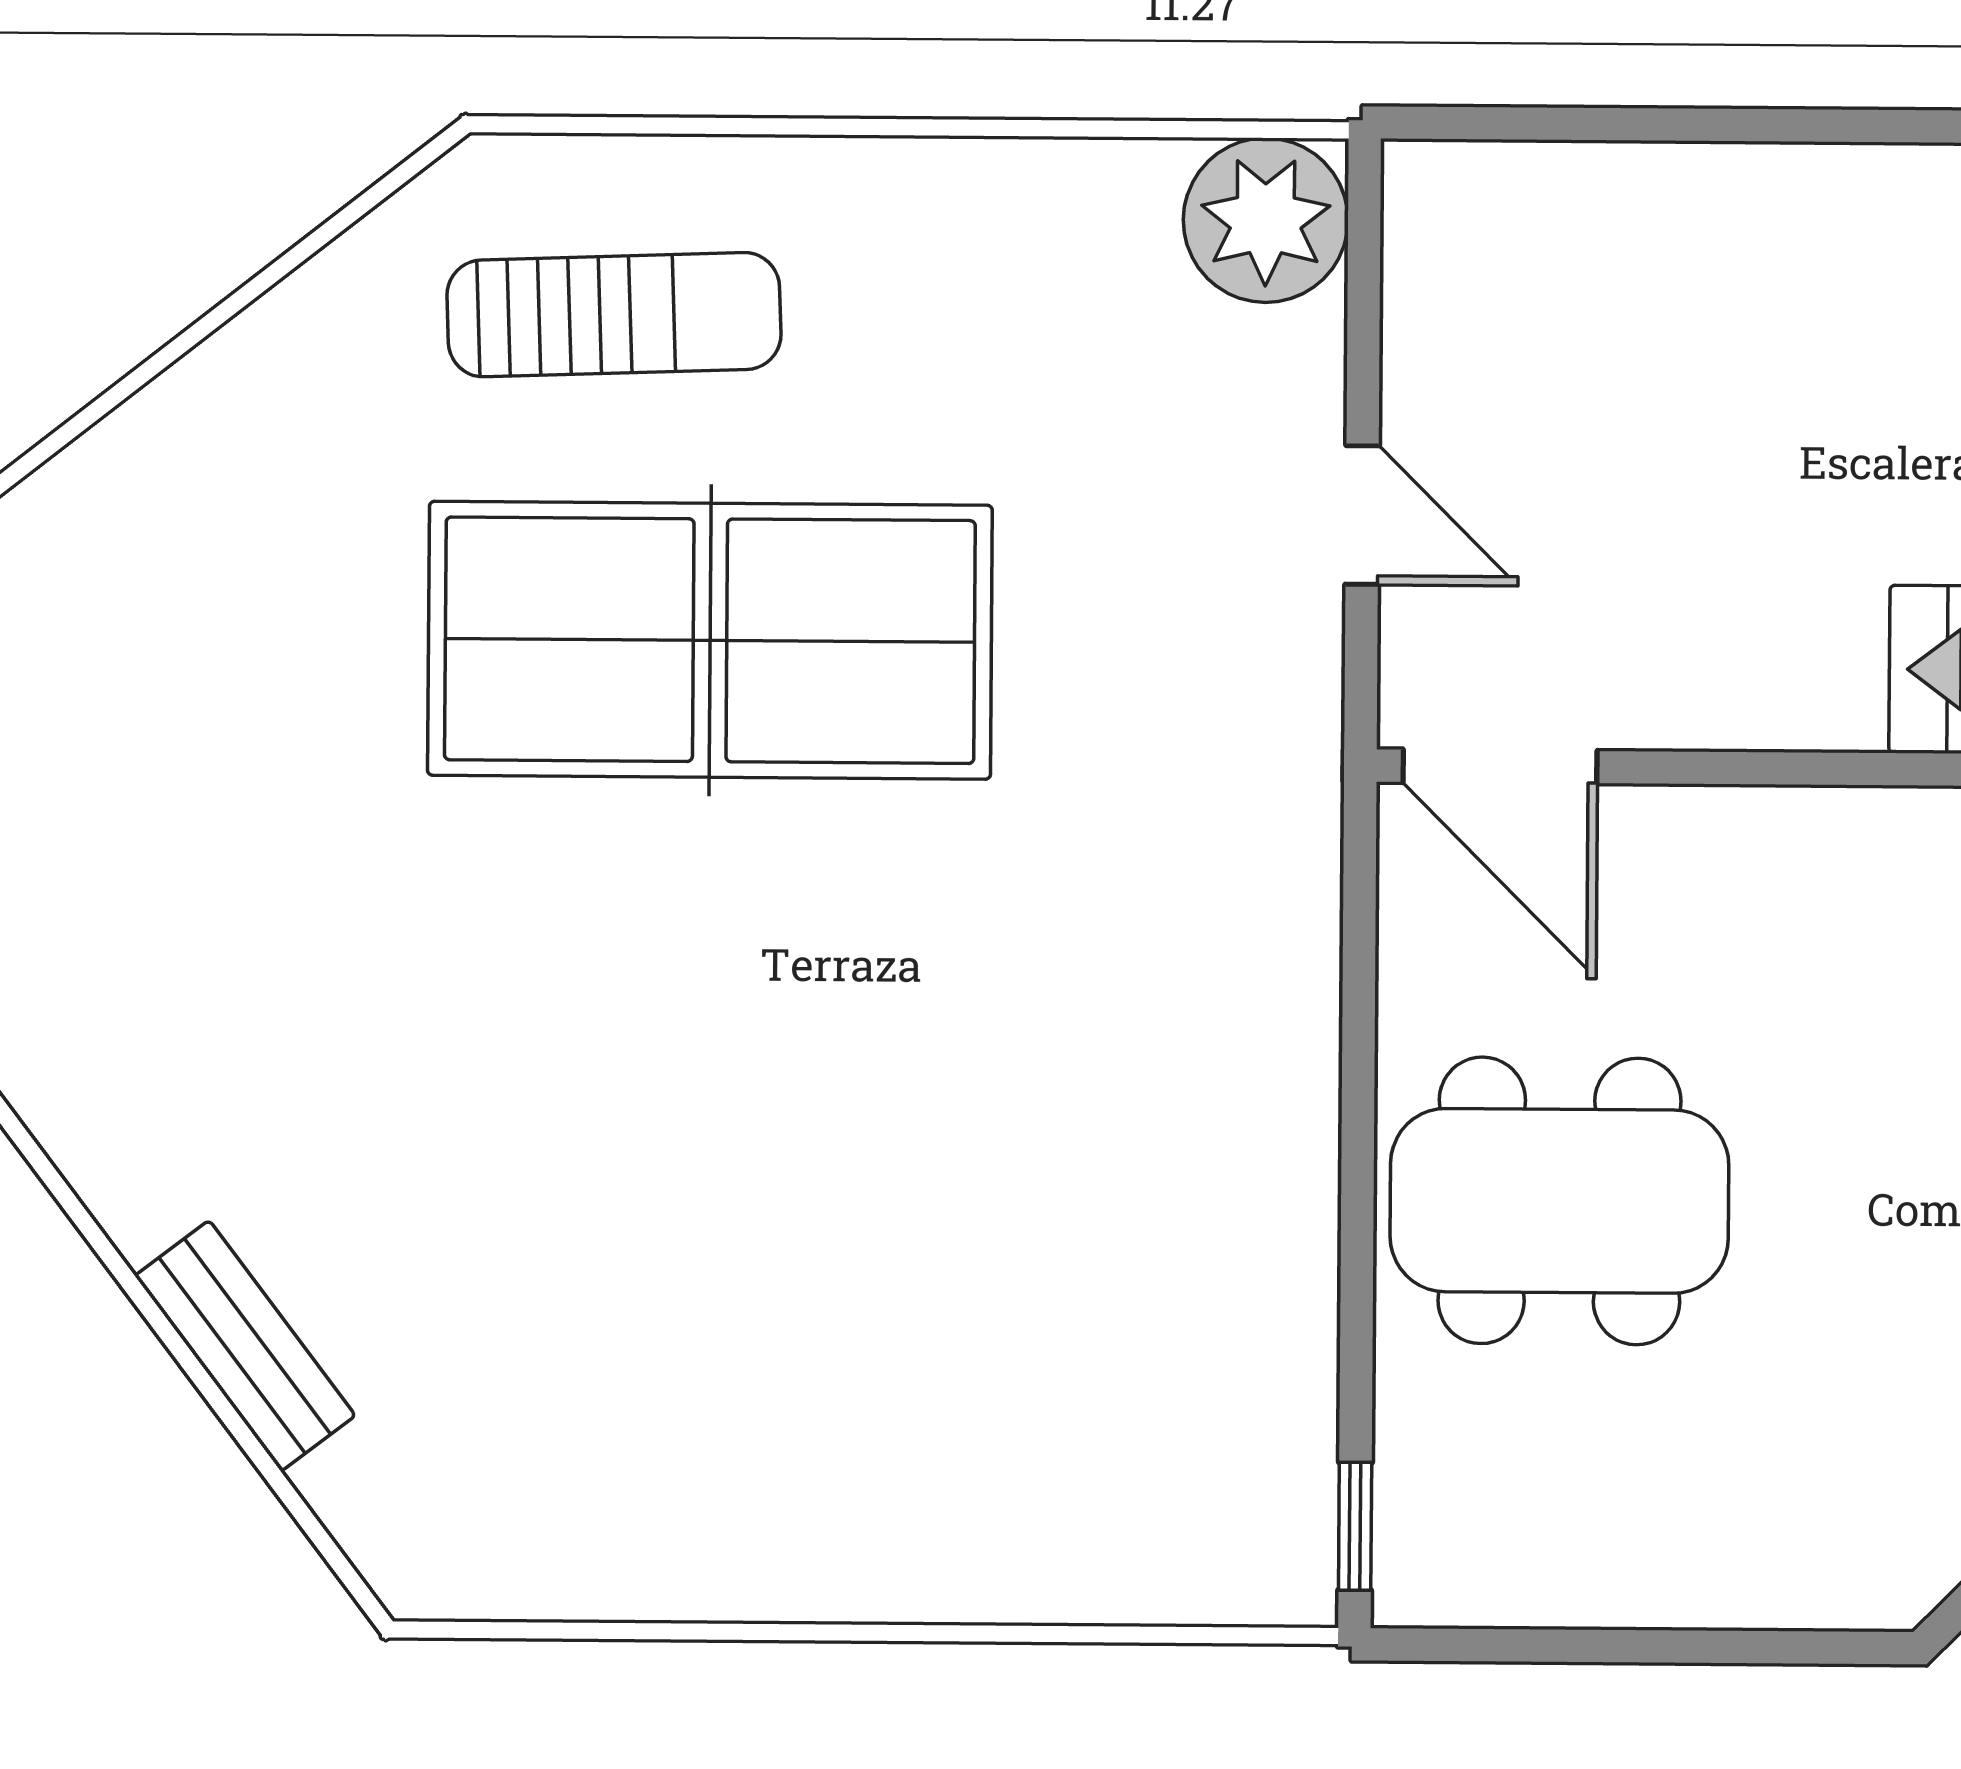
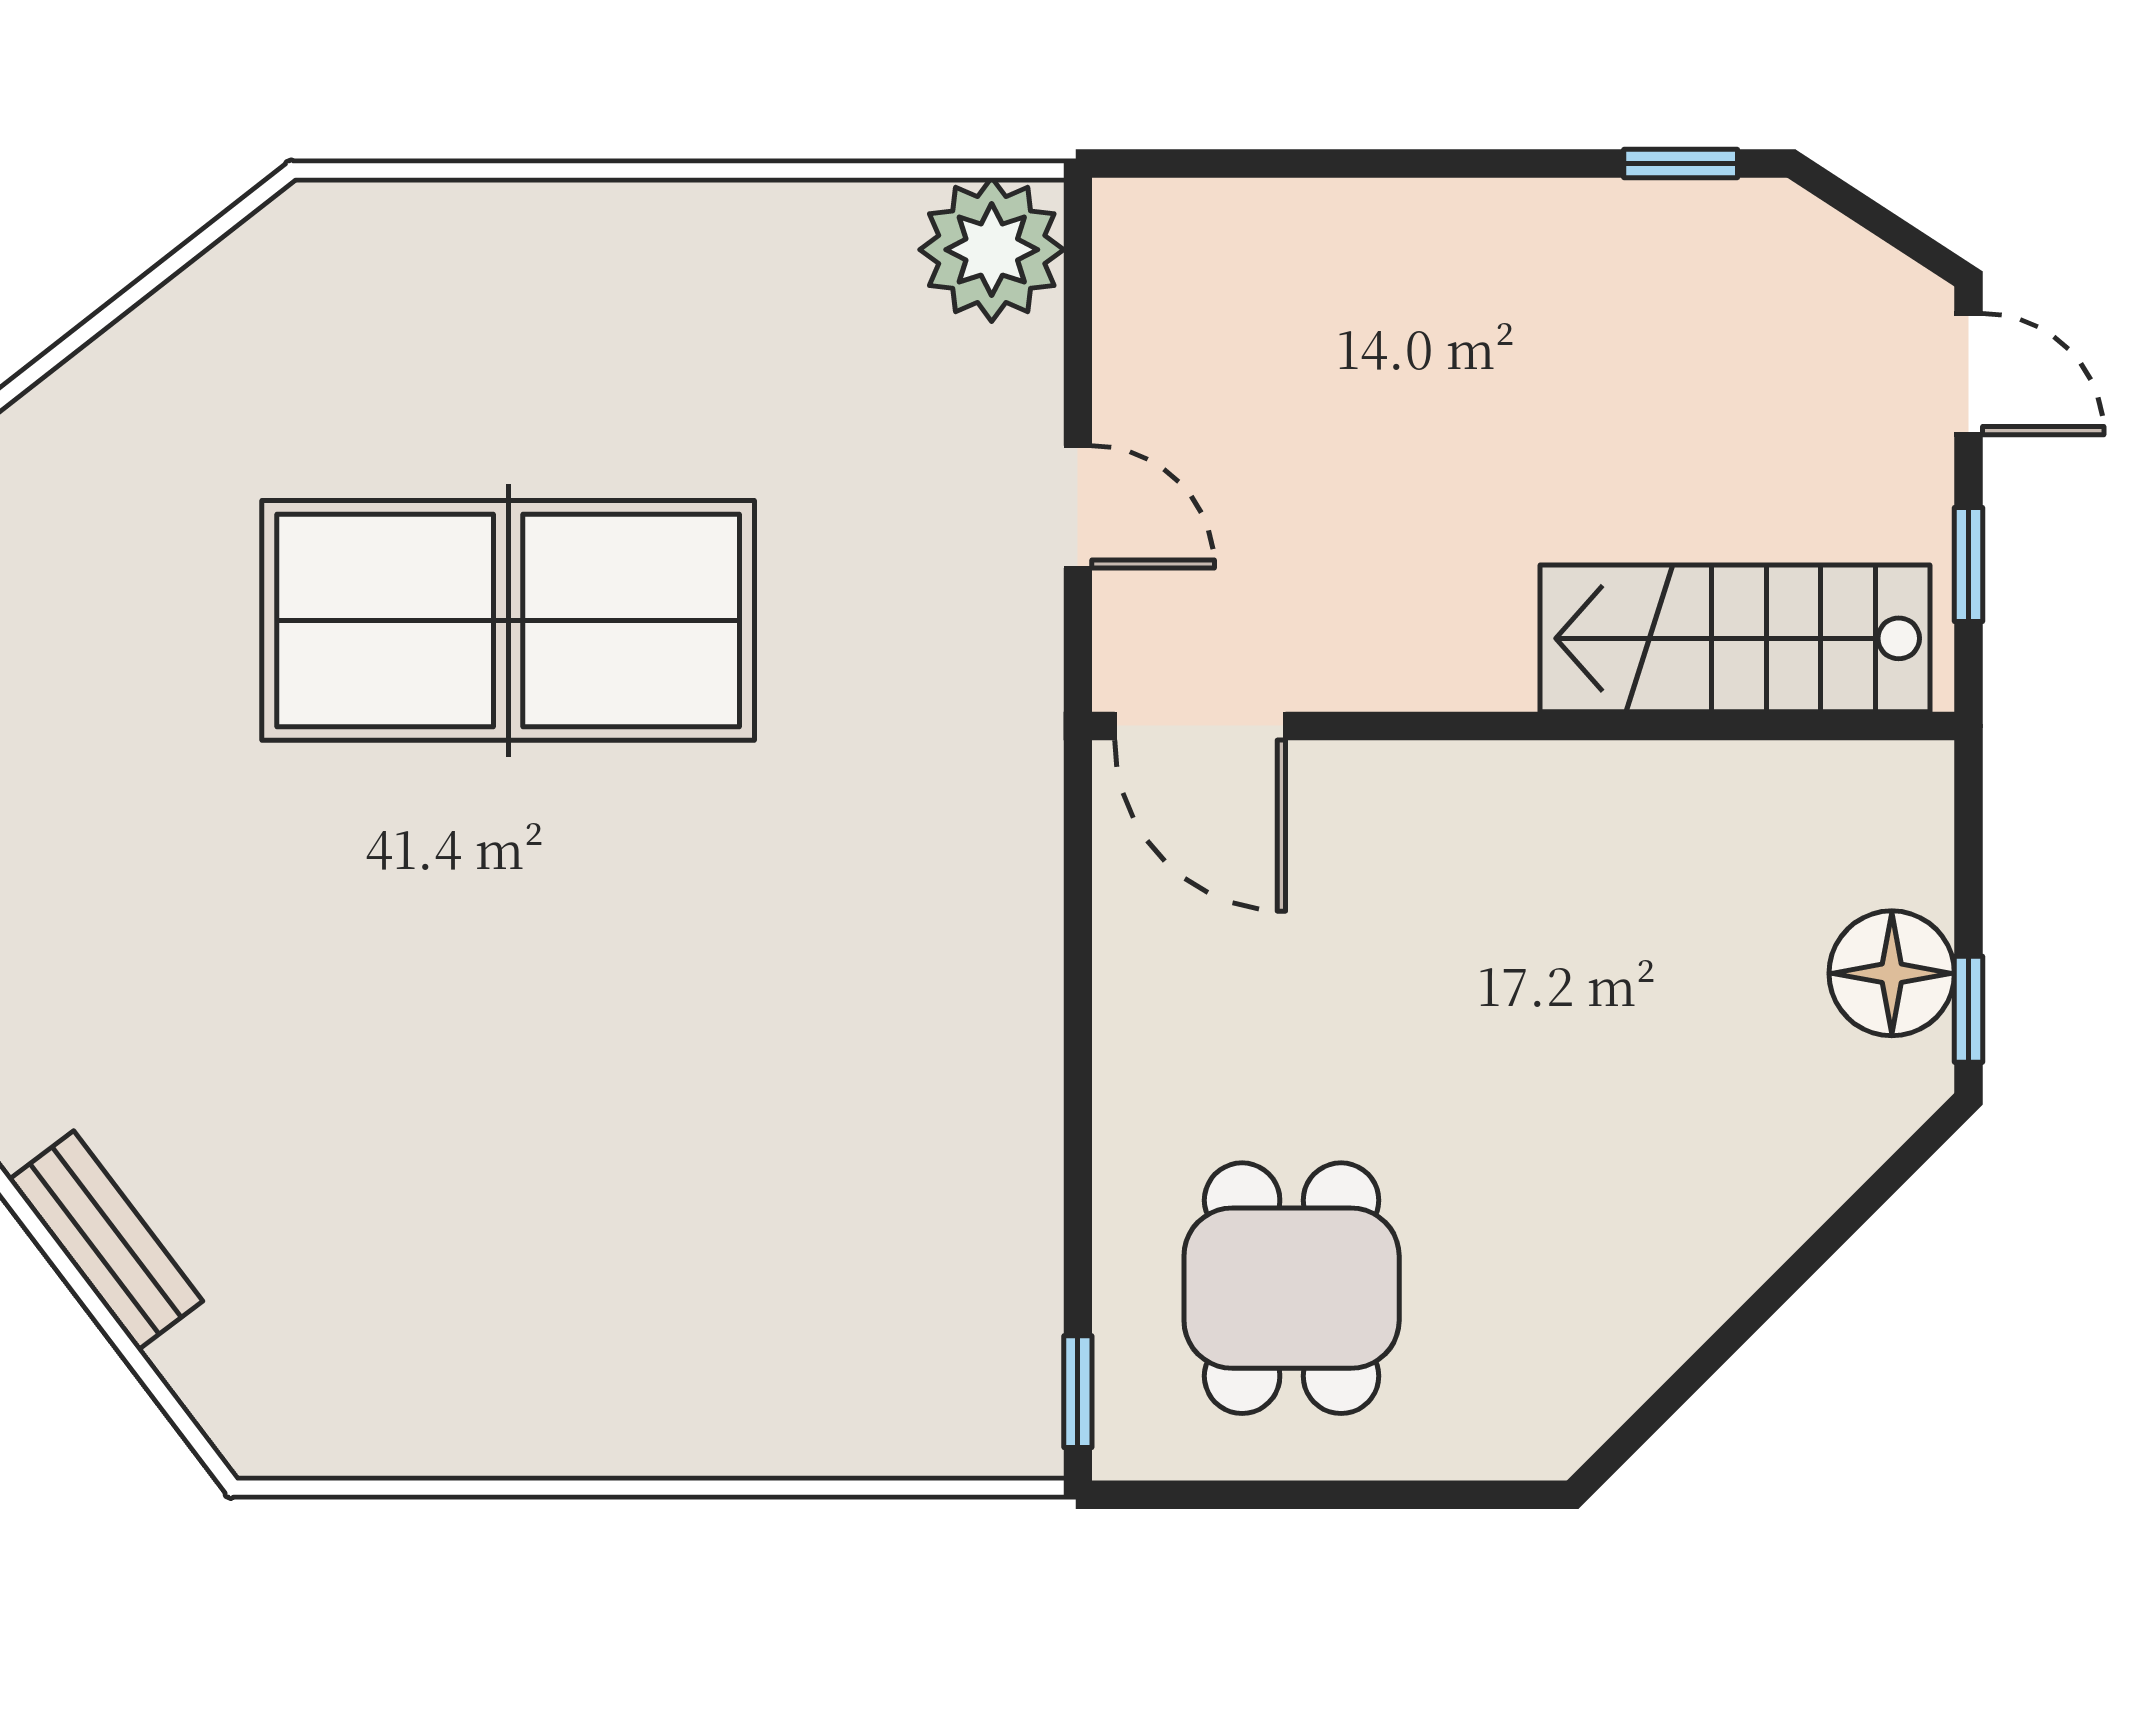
sun lounger: (614, 315) -> (422, 336), removed
dining table: (1559, 1201) -> (1292, 1288), moved, width x0.73

